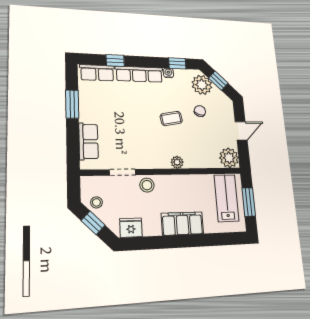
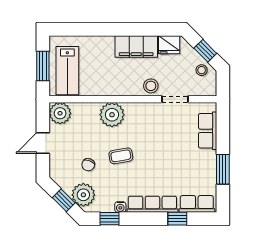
plant: (177, 162) -> (112, 115), width x1.87, depth x1.87
filing cabinet: (182, 224) -> (136, 47), moved

